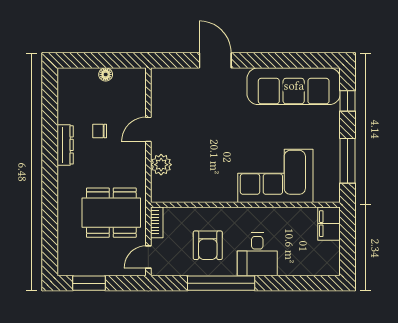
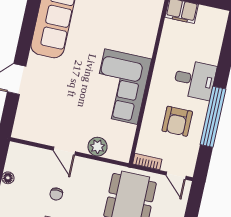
corner sofa: (275, 176) -> (121, 87), moved
armchair: (208, 245) -> (177, 121), turned 90

